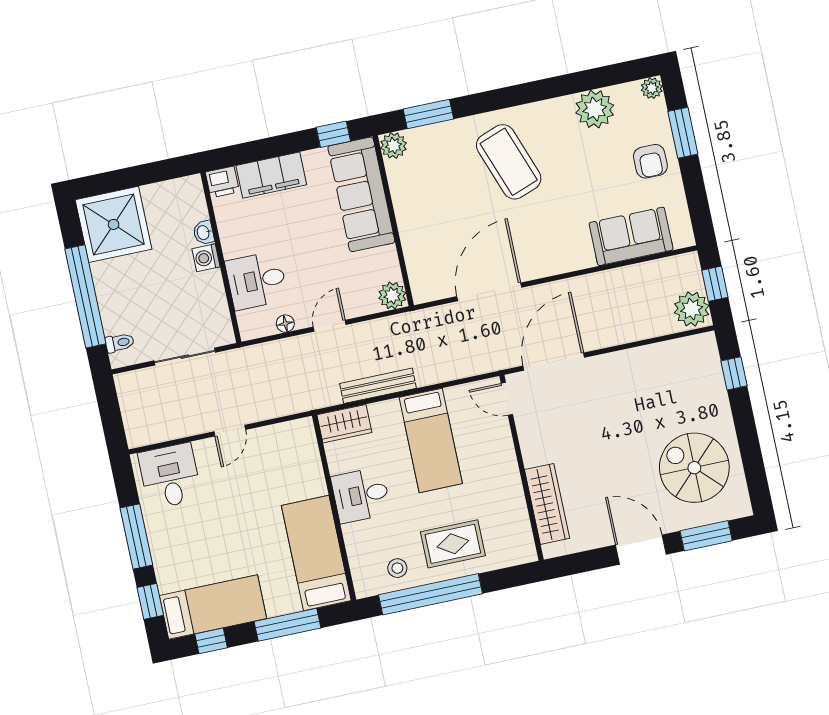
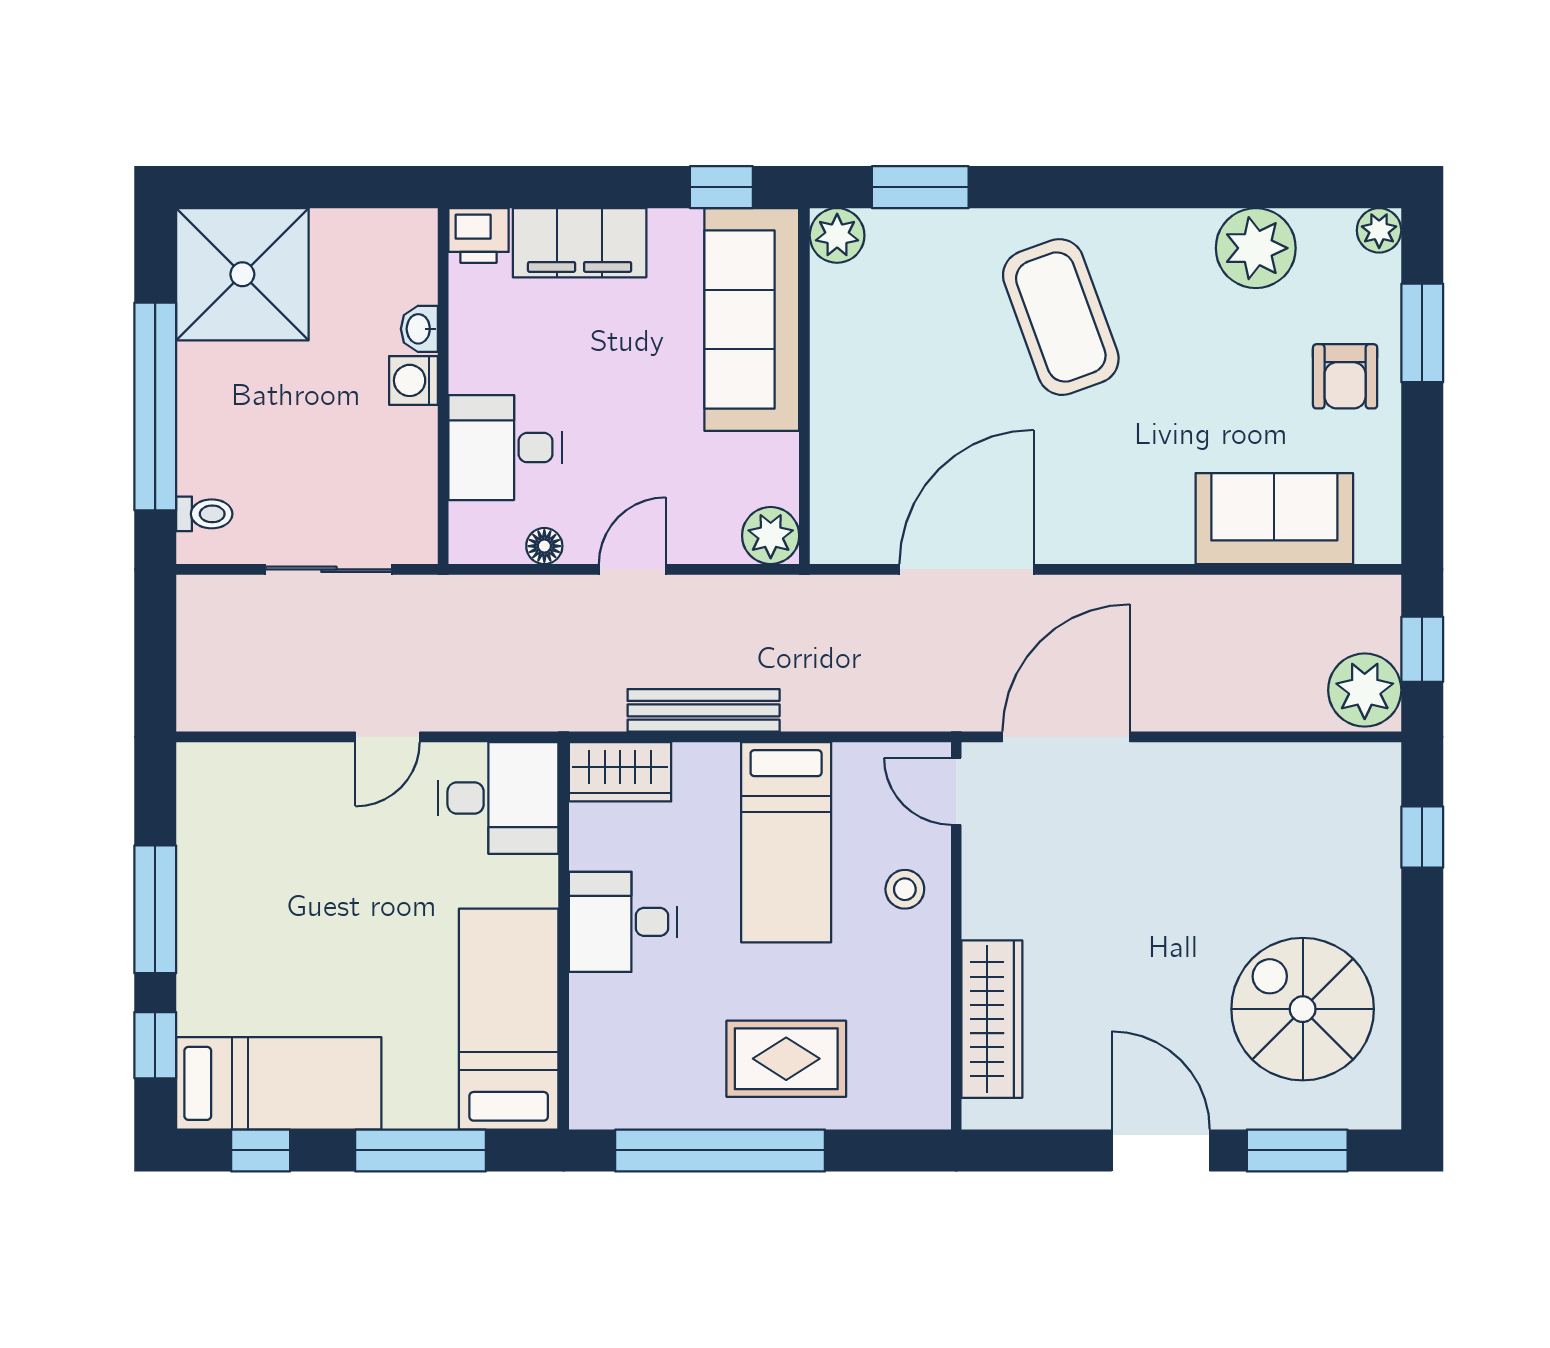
desk: (170, 476) -> (498, 798), moved, turned 90
stool: (397, 568) -> (905, 889), moved

